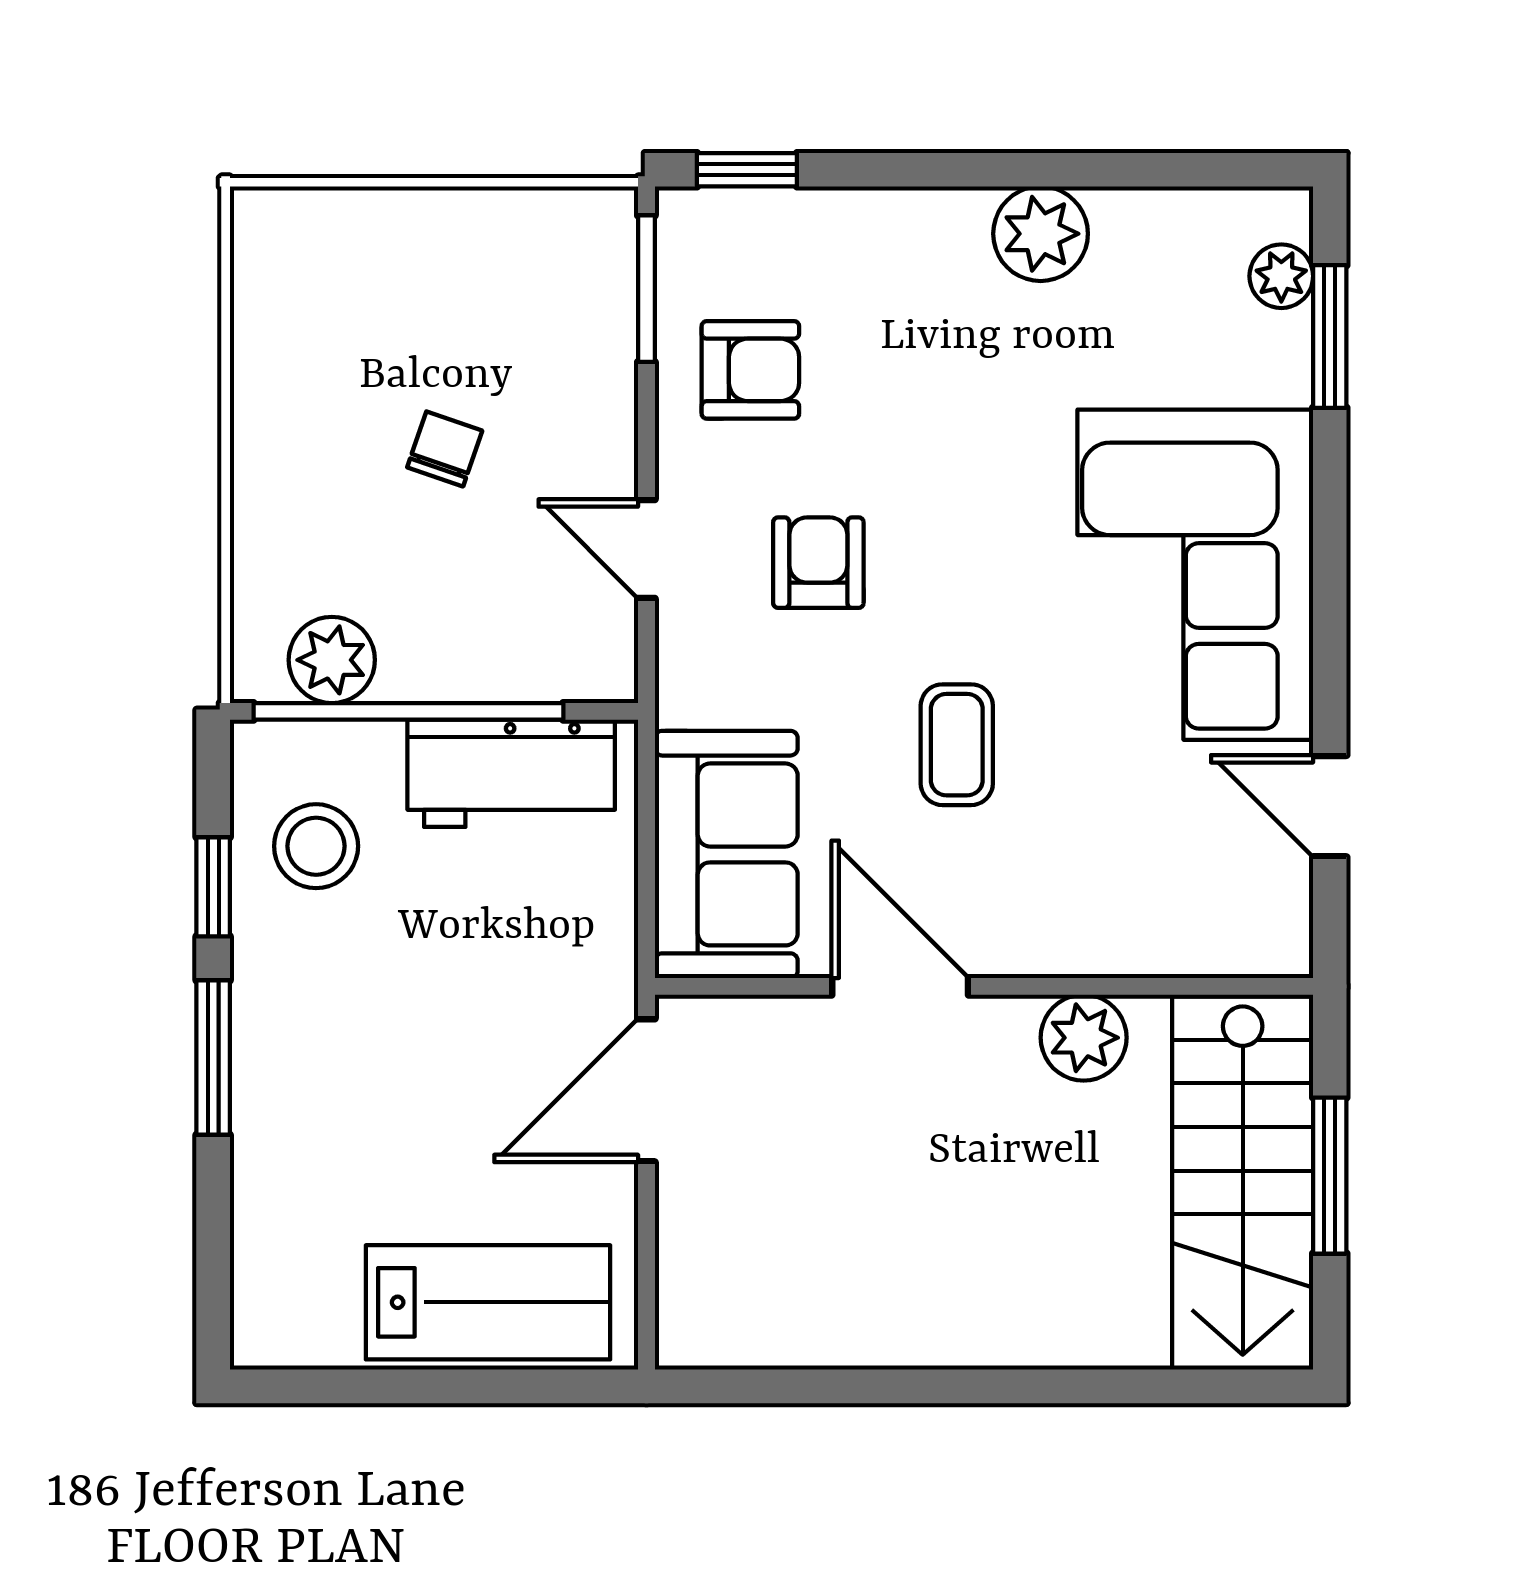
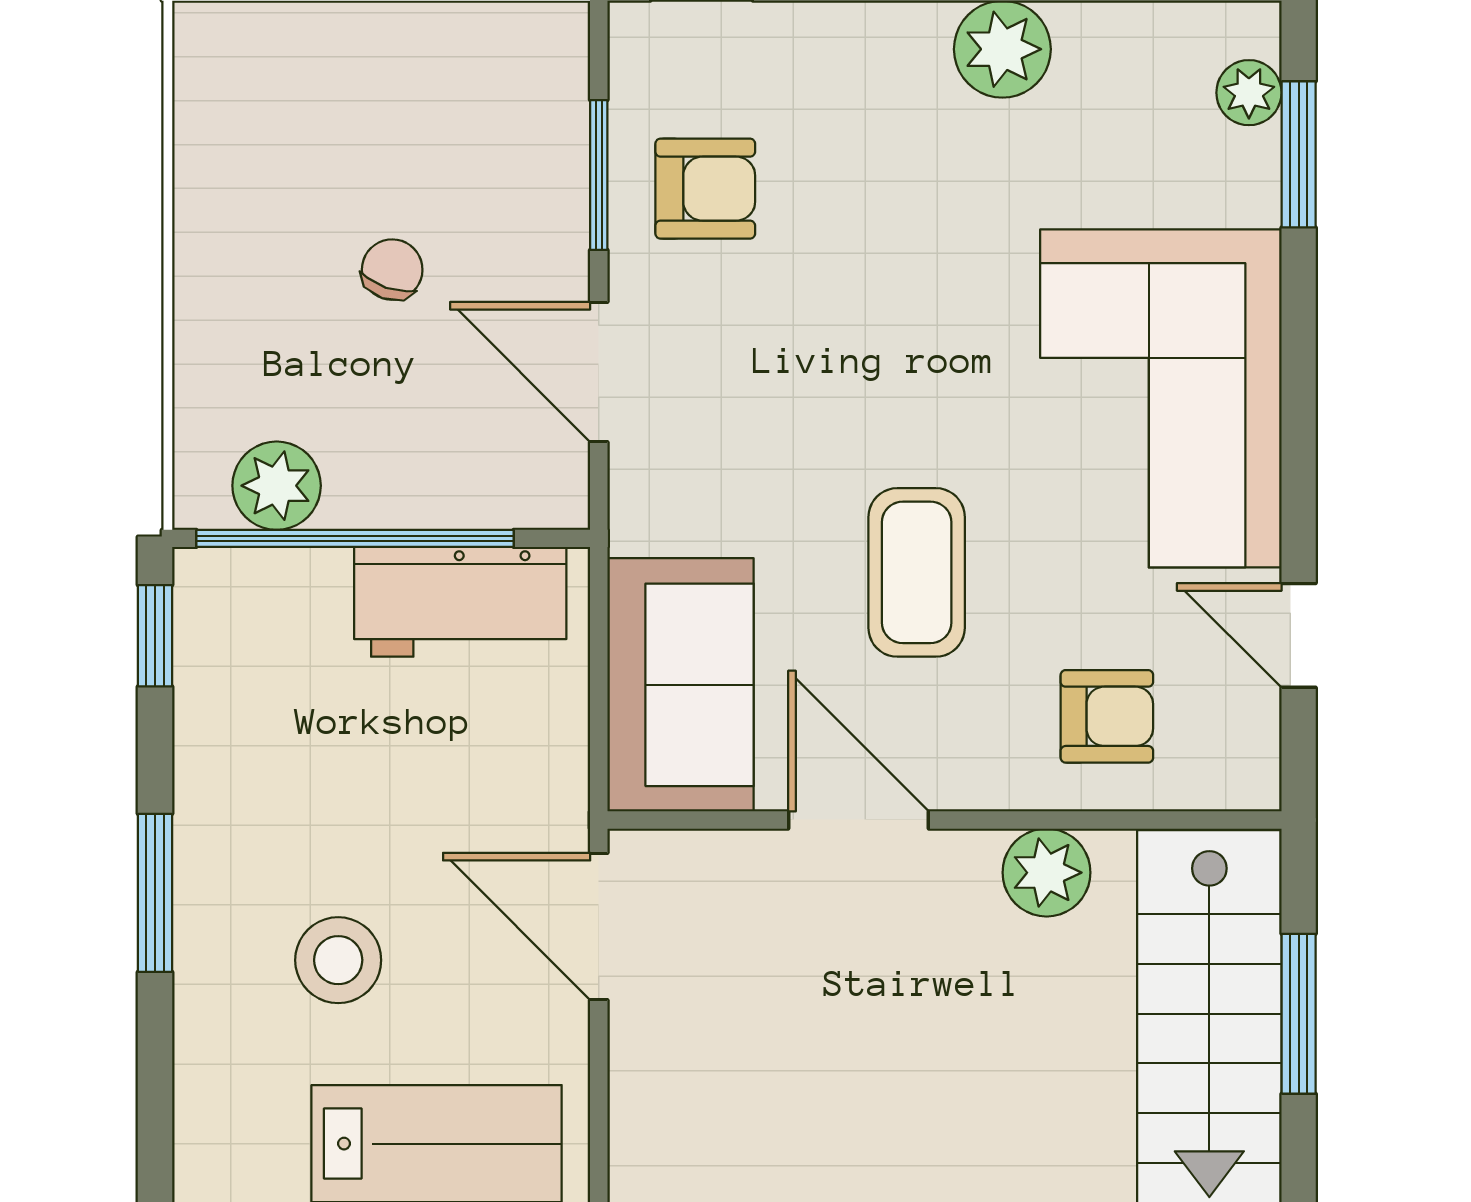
window: (646, 289) -> (599, 175), moved
door: (646, 549) -> (599, 372), width x1.38
armchair: (818, 563) -> (1107, 716), moved, turned 90
coffee table: (957, 745) -> (917, 572), width x1.36, depth x1.30
stool: (316, 846) -> (338, 960), moved
window: (213, 887) -> (155, 636), moved
door: (646, 1090) -> (599, 926), hinge flipped

